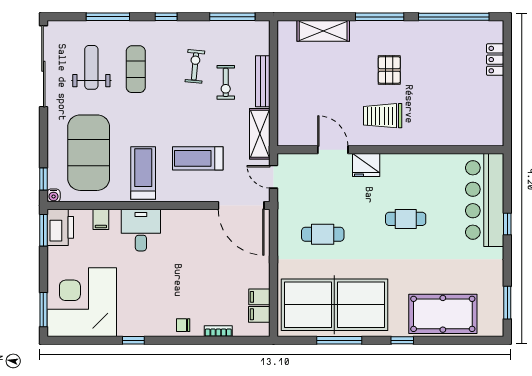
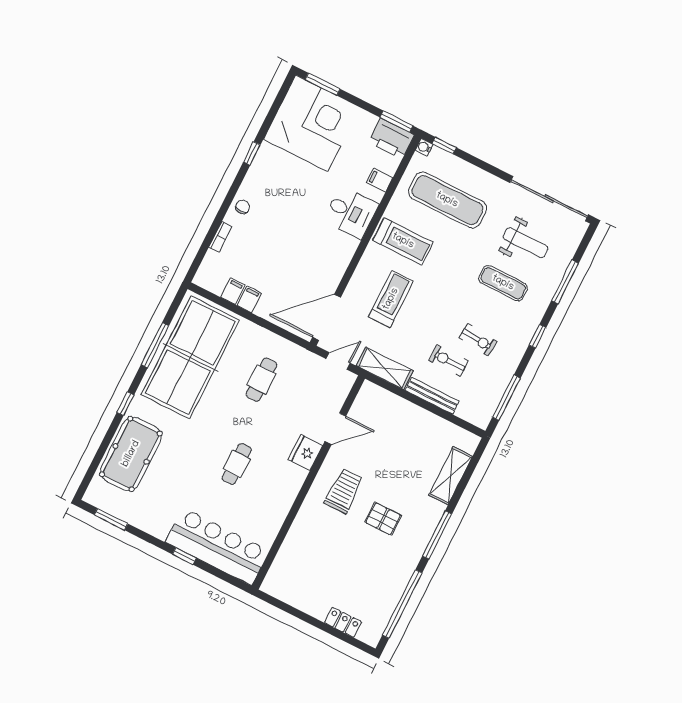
exercise mat: (89, 153) -> (447, 200), width x0.68
filing cabinet: (259, 314) -> (249, 299), moved

